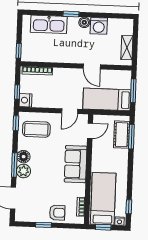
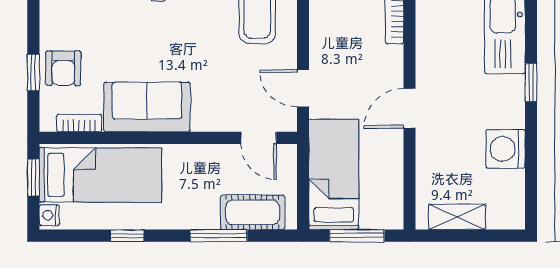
boiler: (84, 22) -> (513, 115), removed
door: (92, 67) -> (410, 108), moved
window: (131, 137) -> (219, 236), moved
sofa: (76, 164) -> (147, 107), moved
window: (129, 207) -> (127, 236), moved
window: (44, 225) -> (33, 72), moved

